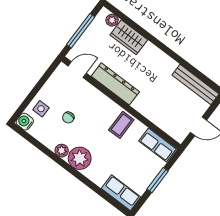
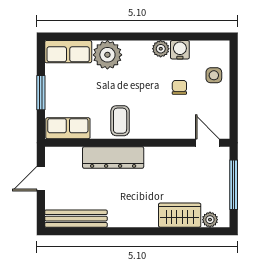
door: (77, 70) -> (207, 143), swing flipped
dresser: (115, 84) -> (113, 158), moved
water cooler: (25, 122) -> (180, 50), moved, turned -90
plant: (80, 158) -> (107, 55), moved

